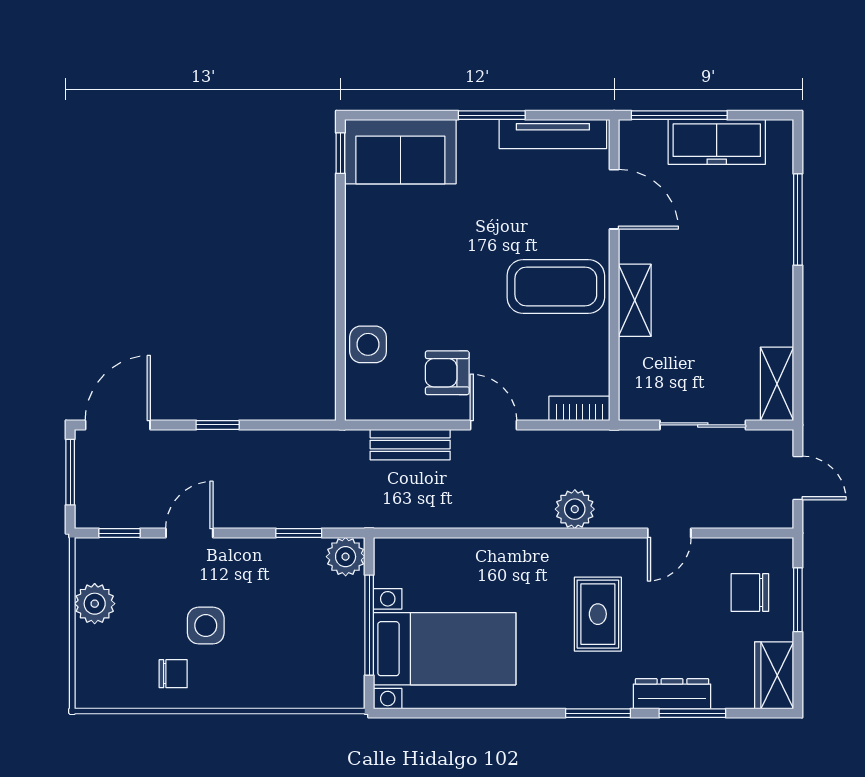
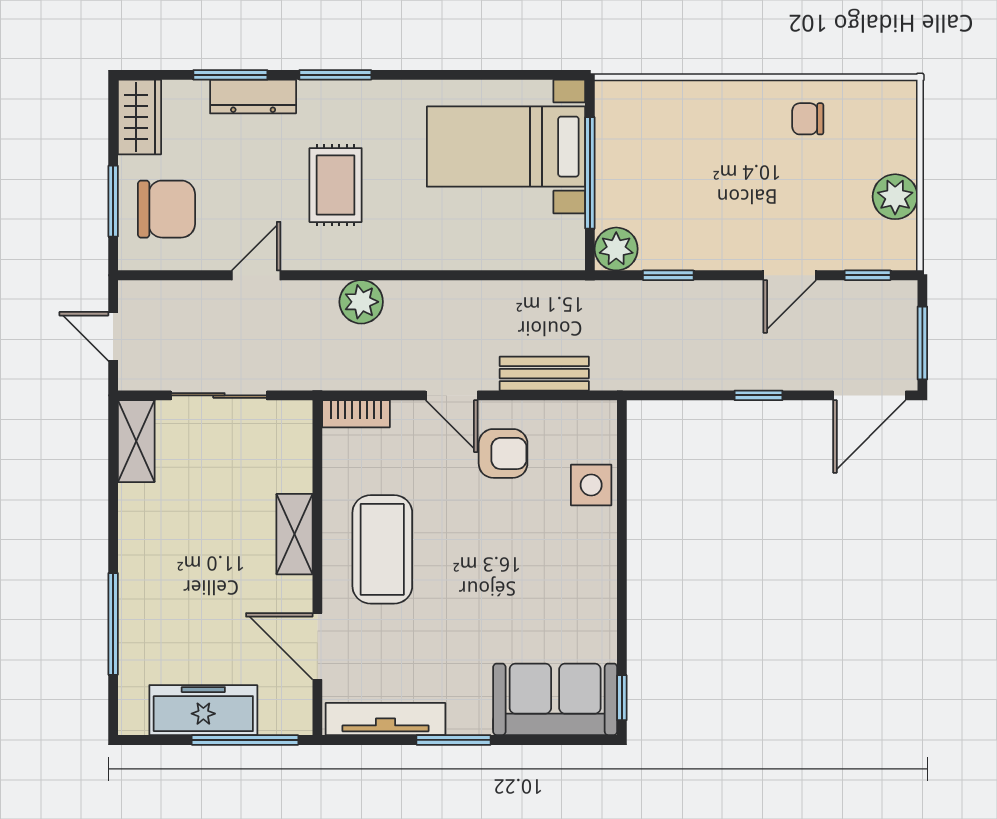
coffee table: (556, 287) -> (382, 549), turned 90
chair: (750, 592) -> (167, 209), width x1.37, depth x1.37
side table: (206, 626) -> (772, 172), removed

